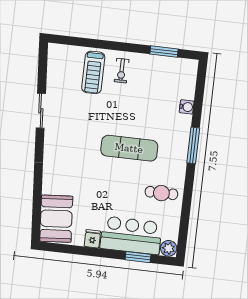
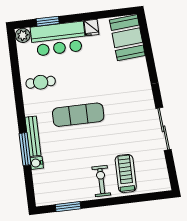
exercise bike: (122, 71) -> (101, 181), width x1.38, depth x1.39
sliding door: (41, 111) -> (164, 129), width x1.37
bench: (184, 137) -> (33, 136), added
window: (193, 145) -> (25, 149), moved

